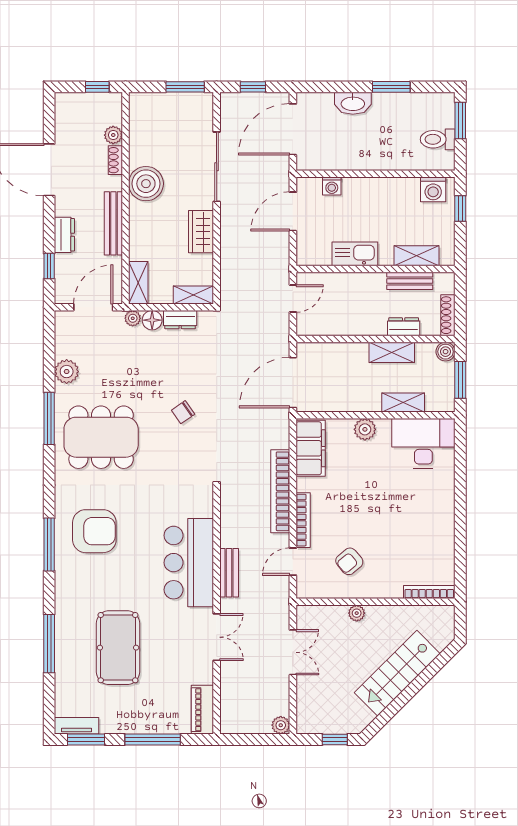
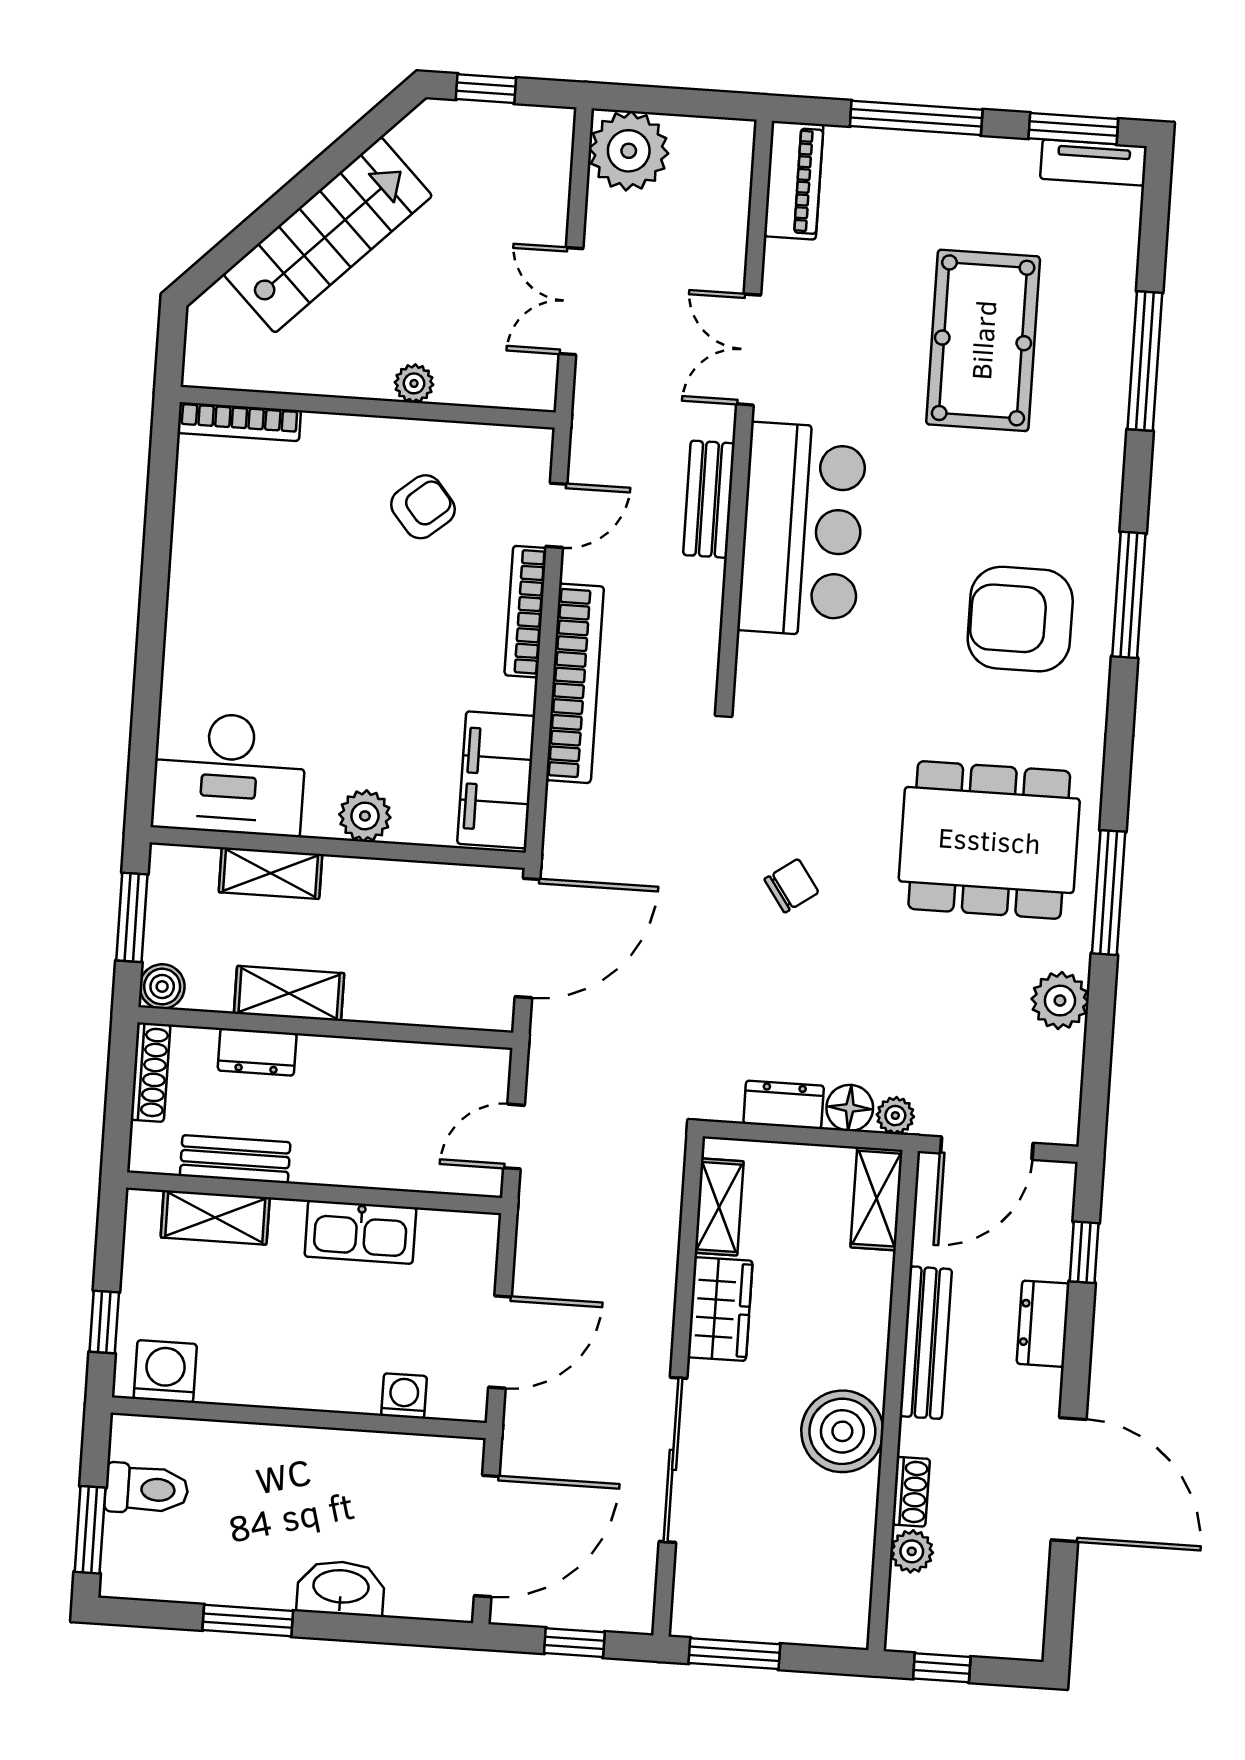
shelving: (193, 295) -> (719, 1207), moved, turned 90
plant: (281, 725) -> (629, 151), width x1.87, depth x1.87

